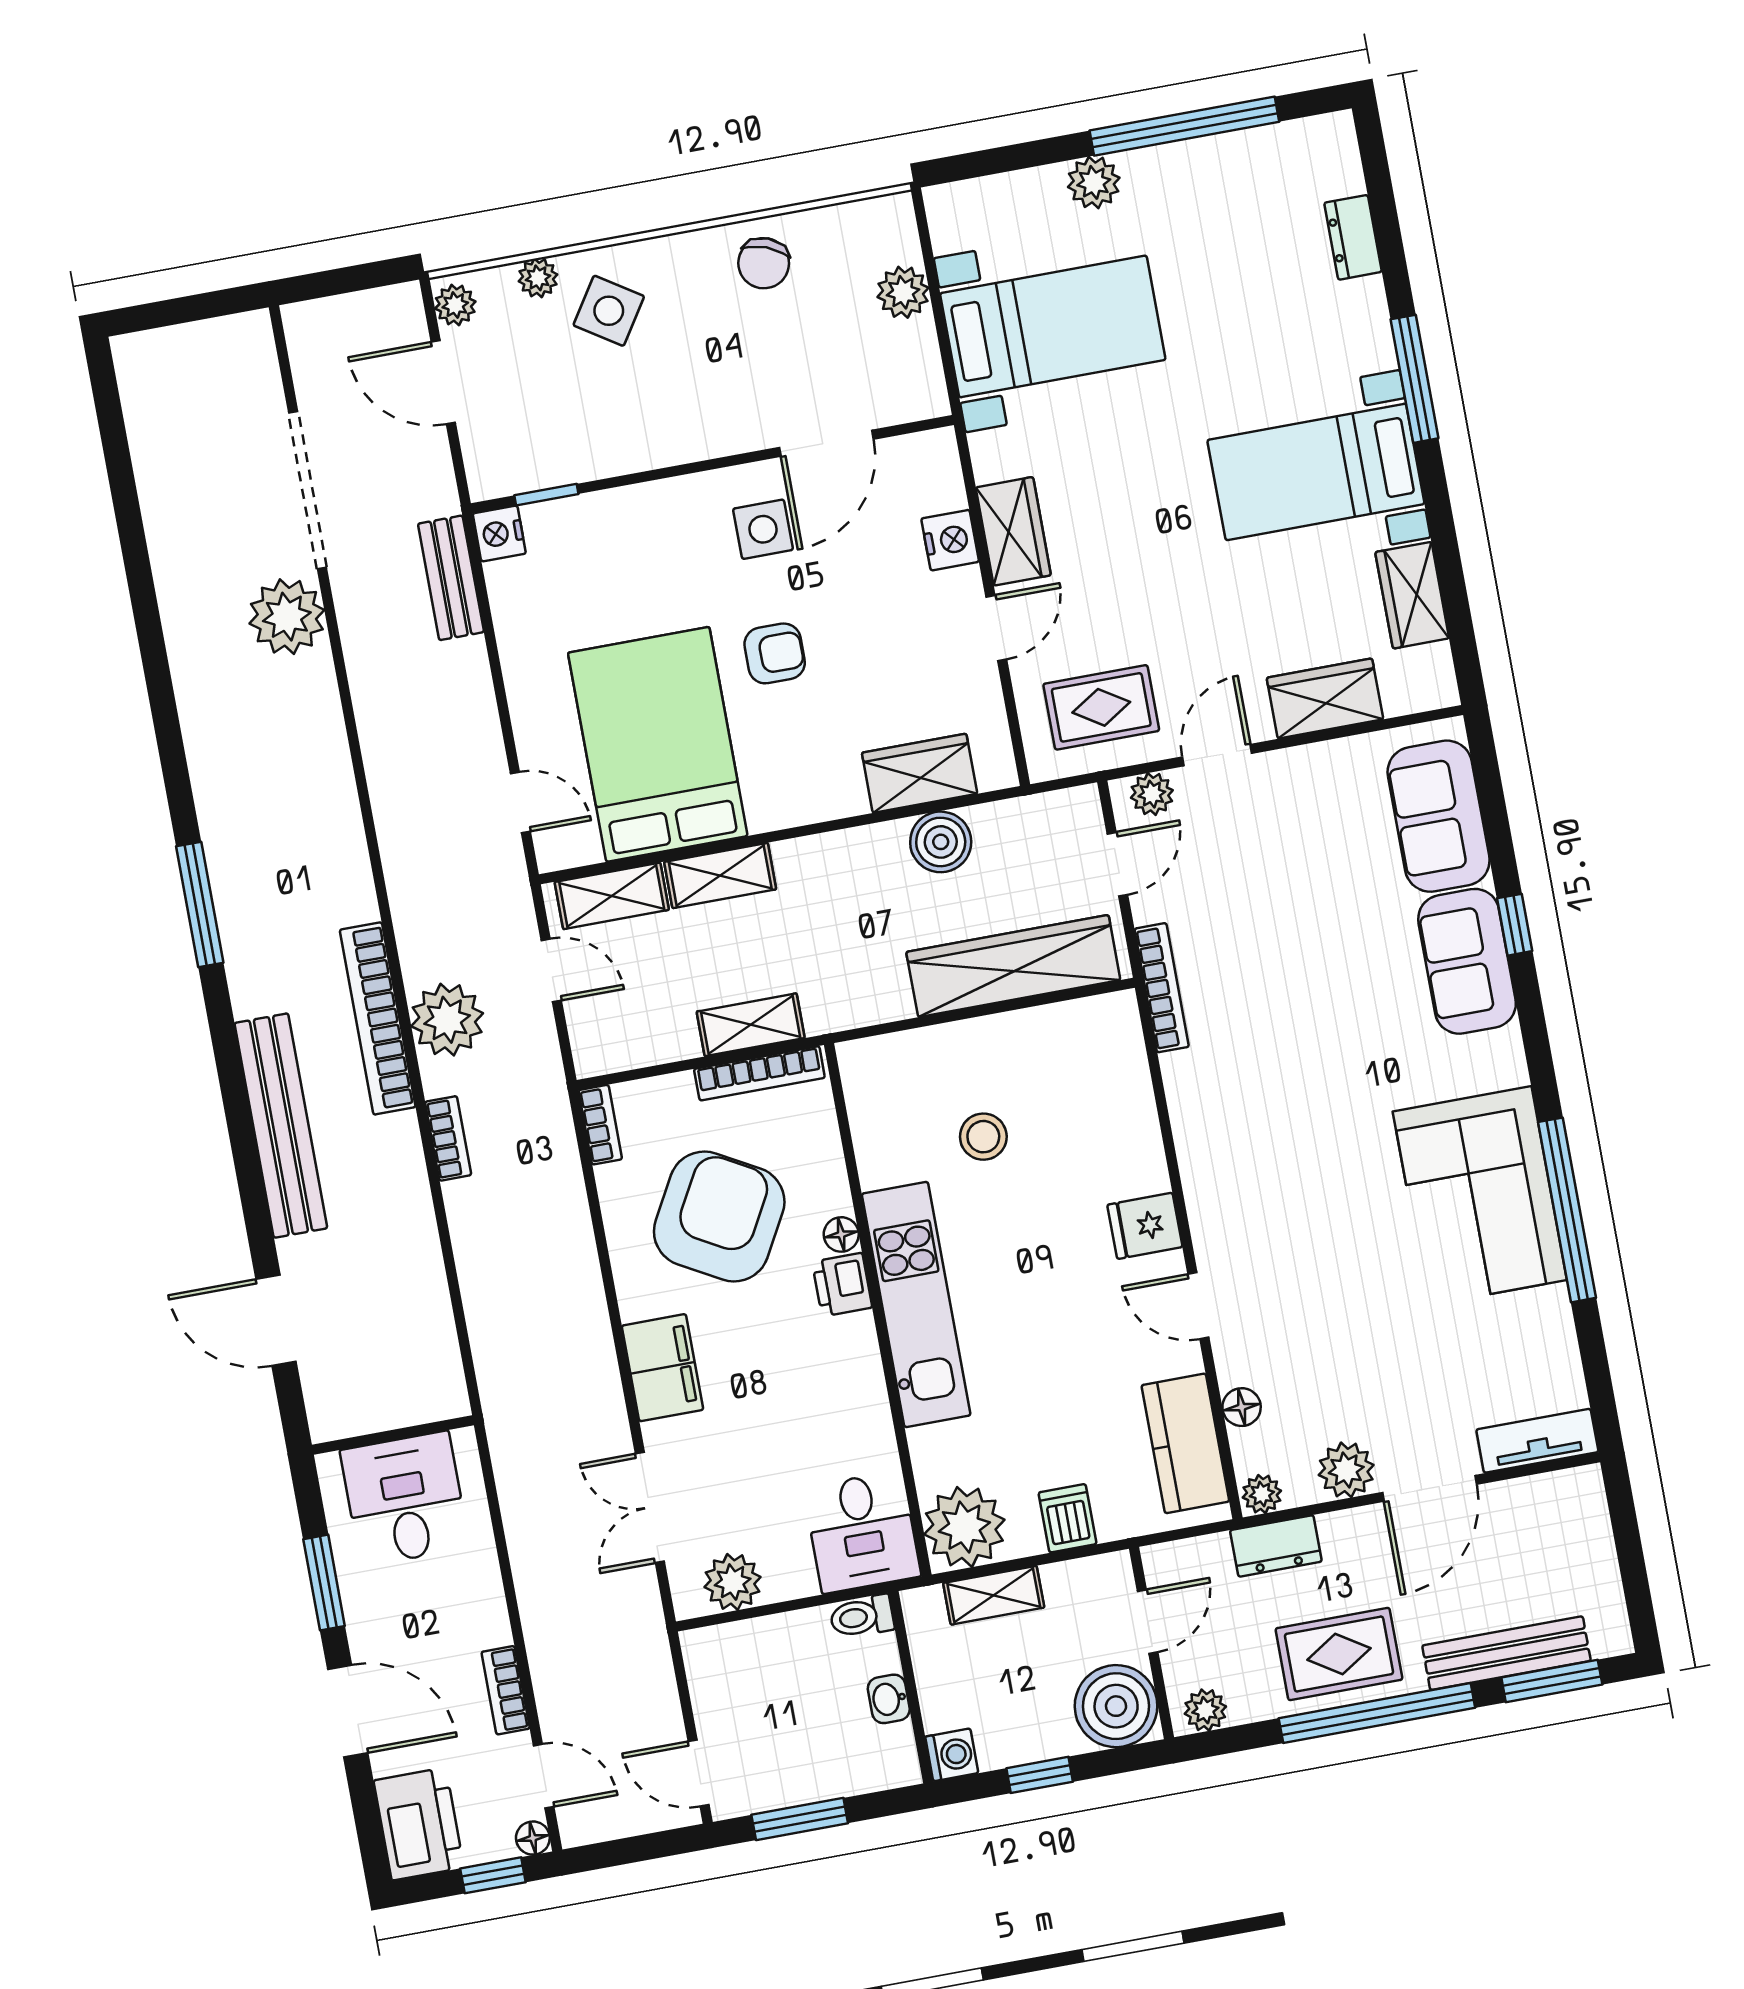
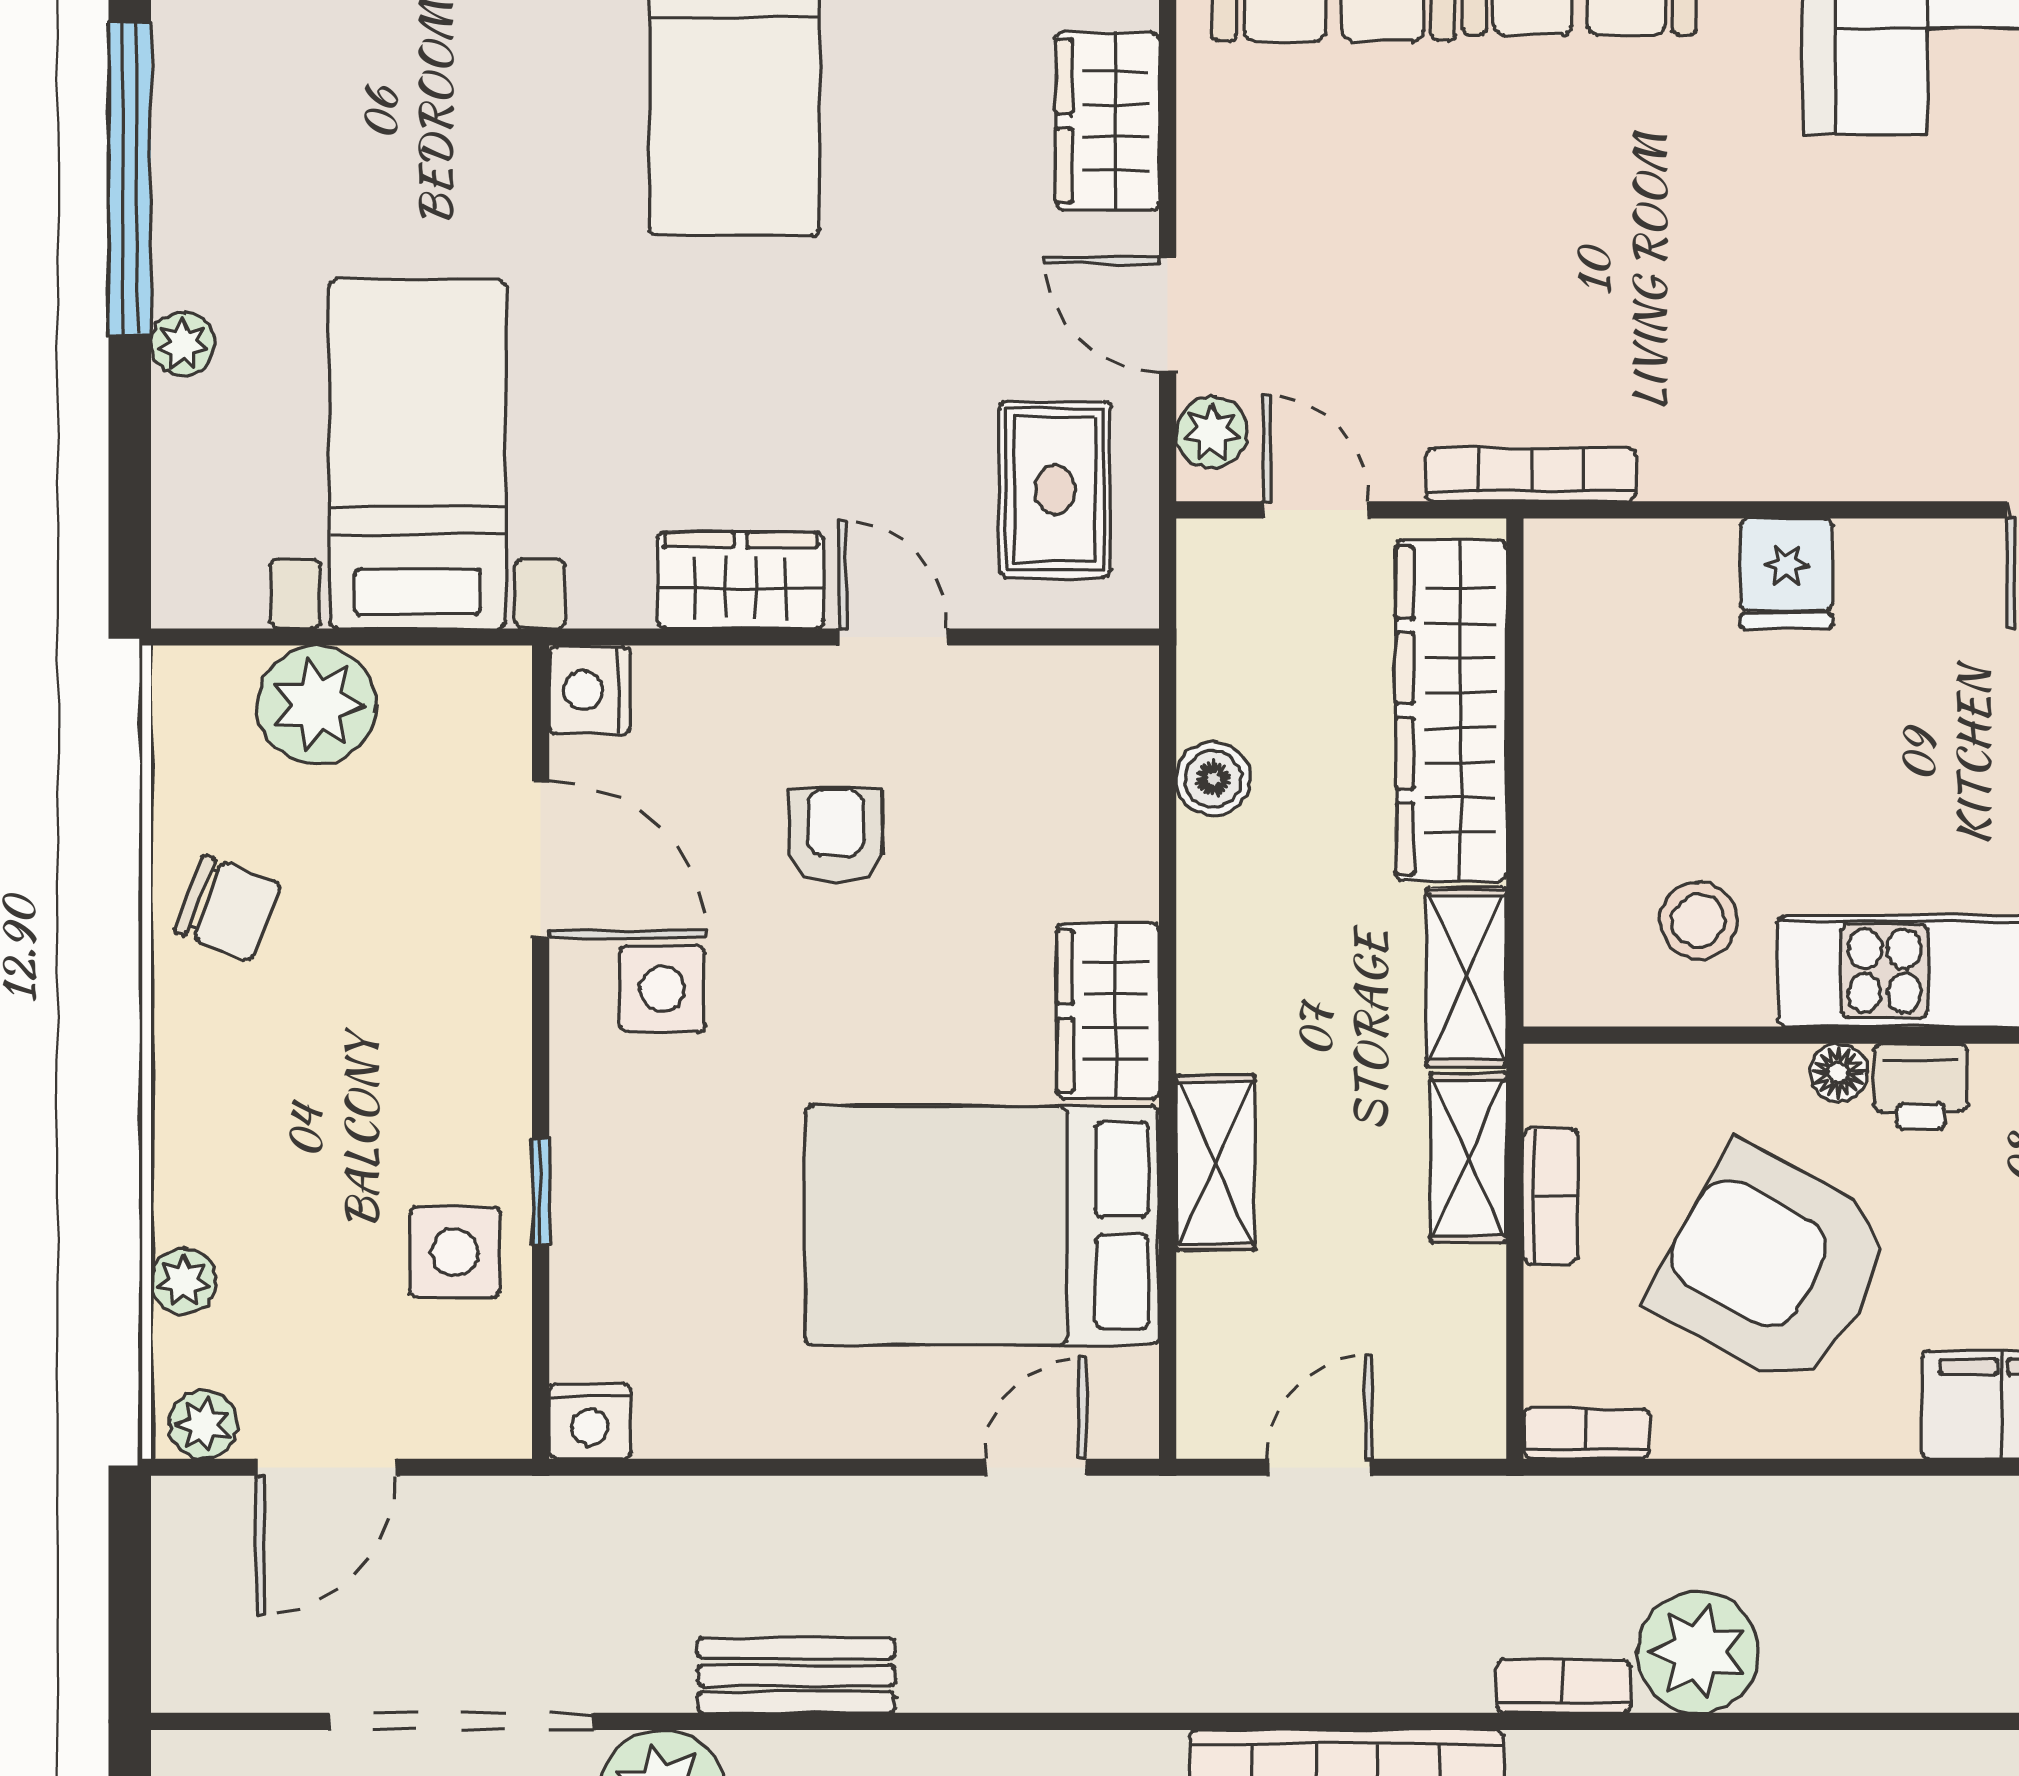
plant: (1094, 182) -> (183, 344), width x0.73, depth x0.73
plant: (903, 292) -> (317, 705), width x1.36, depth x1.36
side table: (609, 311) -> (455, 1252), moved, turned -33
window: (546, 495) -> (541, 1192), moved
nightstand: (950, 540) -> (590, 690), moved, turned -90
bench: (451, 578) -> (796, 1675), moved
armchair: (775, 653) -> (836, 836), moved
wardrobe: (920, 773) -> (1108, 1011), moved
boiler: (941, 842) -> (1213, 779), width x0.73, depth x0.73
shelving: (612, 896) -> (1466, 977), moved
plant: (447, 1020) -> (1698, 1652), moved
bookcase: (759, 1073) -> (1550, 1196), width x0.64
stool: (983, 1137) -> (1698, 920), moved
fridge: (1145, 1226) -> (1786, 574), moved

